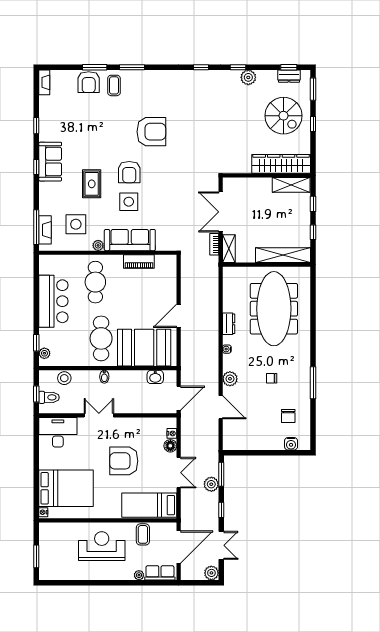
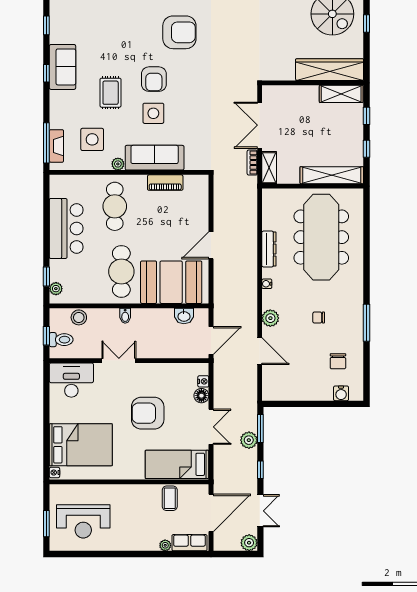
dresser: (229, 324) -> (269, 249), width x1.44
reception desk: (102, 546) -> (83, 521), moved, turned 180

